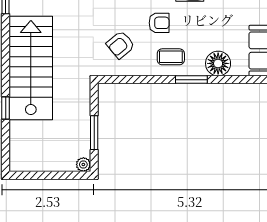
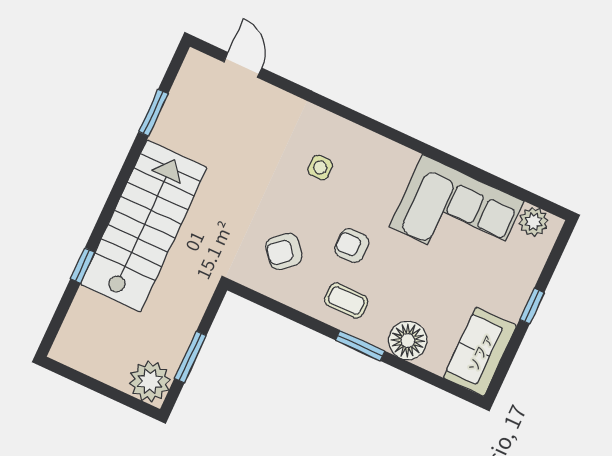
armchair: (159, 23) -> (352, 246), turned 180
plant: (83, 164) -> (150, 382), width x1.87, depth x1.87

